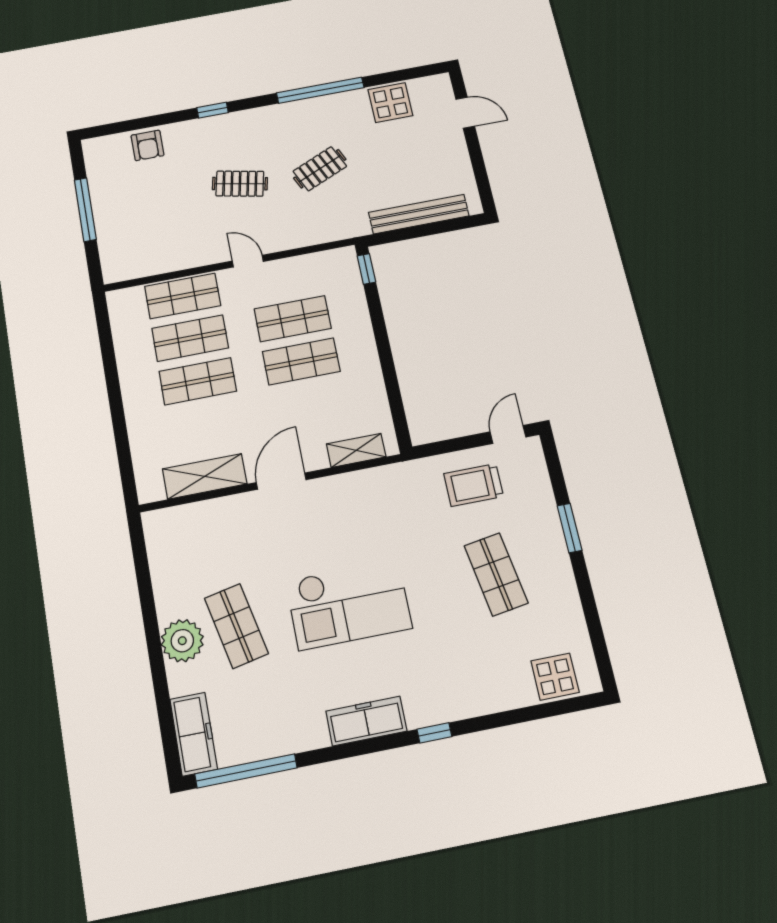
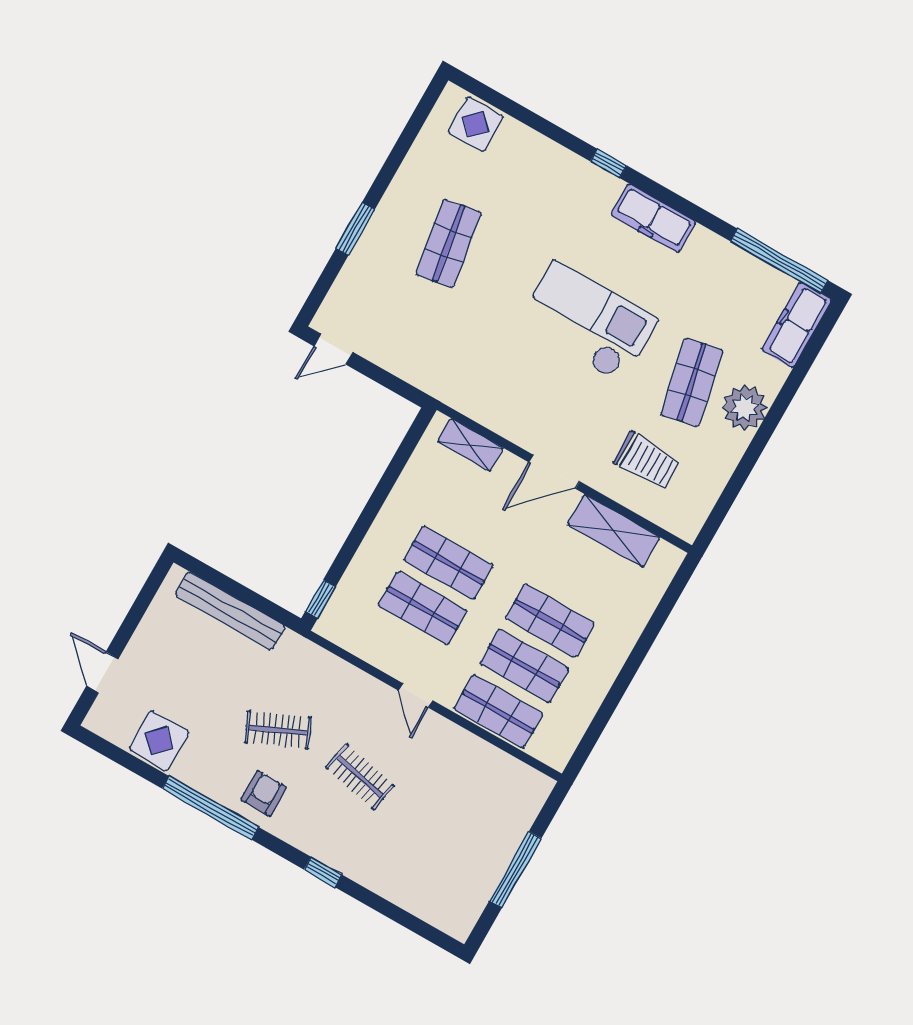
armchair: (147, 145) -> (264, 793), moved
trolley: (474, 485) -> (647, 461), moved

